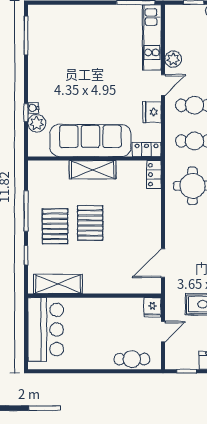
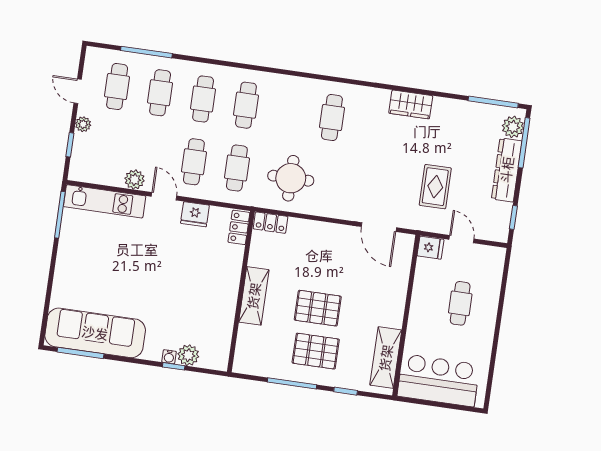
sofa: (90, 141) -> (95, 333), moved, turned 90
cafe table: (132, 359) -> (460, 303), moved

